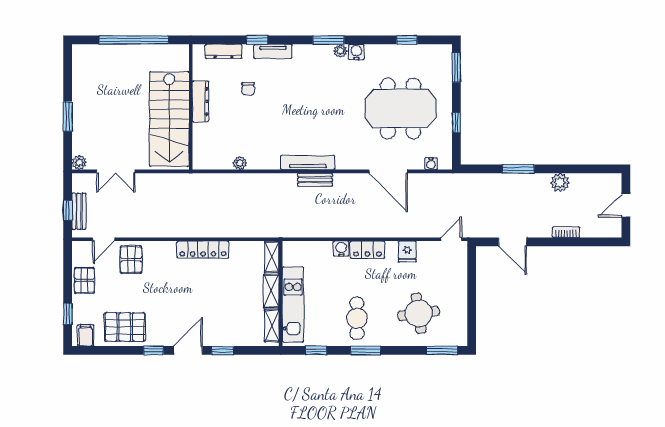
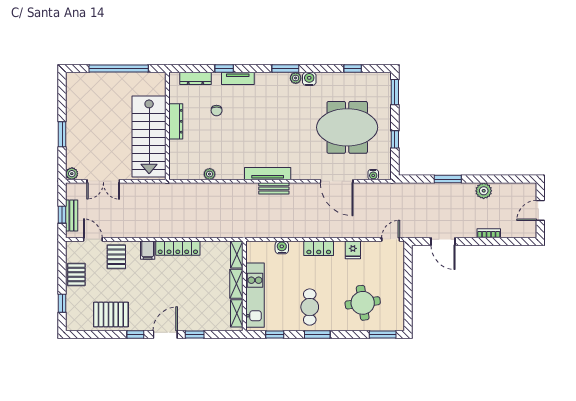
door: (104, 239) -> (93, 239), swing flipped
water cooler: (341, 249) -> (282, 247), moved
filing cabinet: (86, 335) -> (148, 250), moved, turned 180

